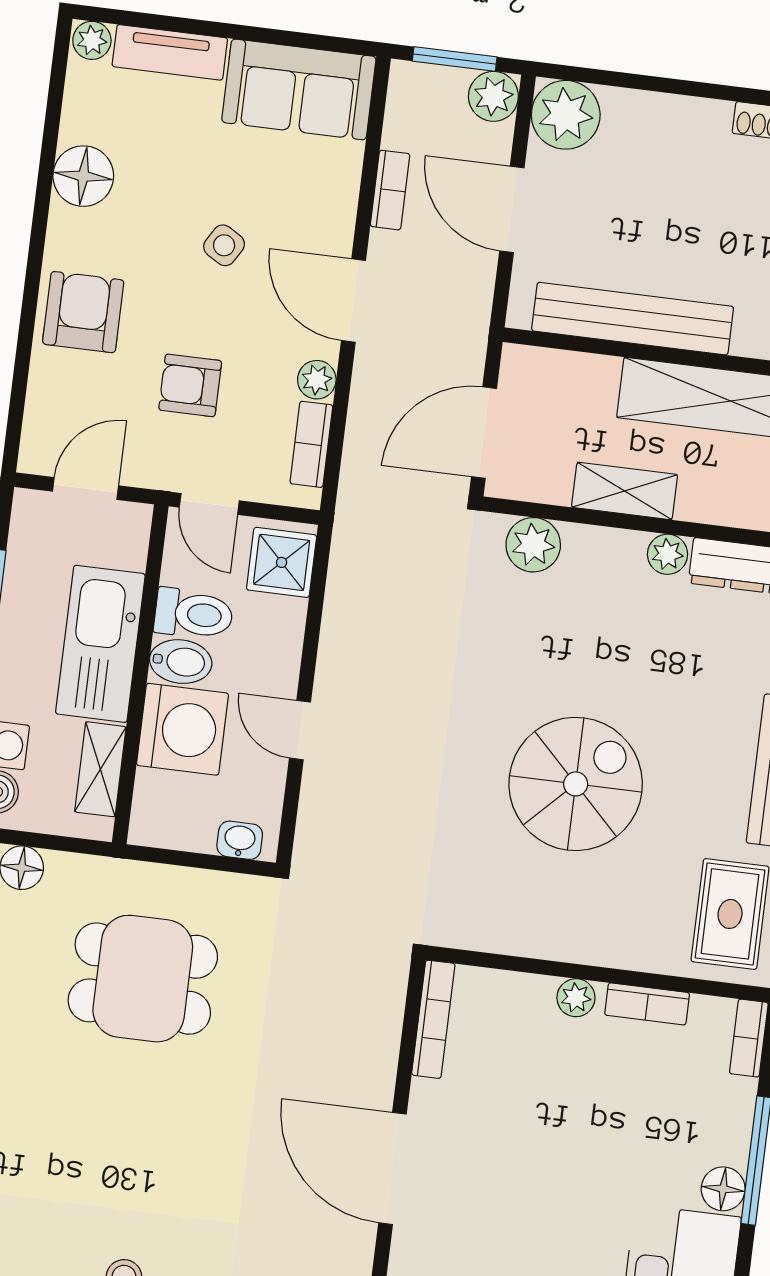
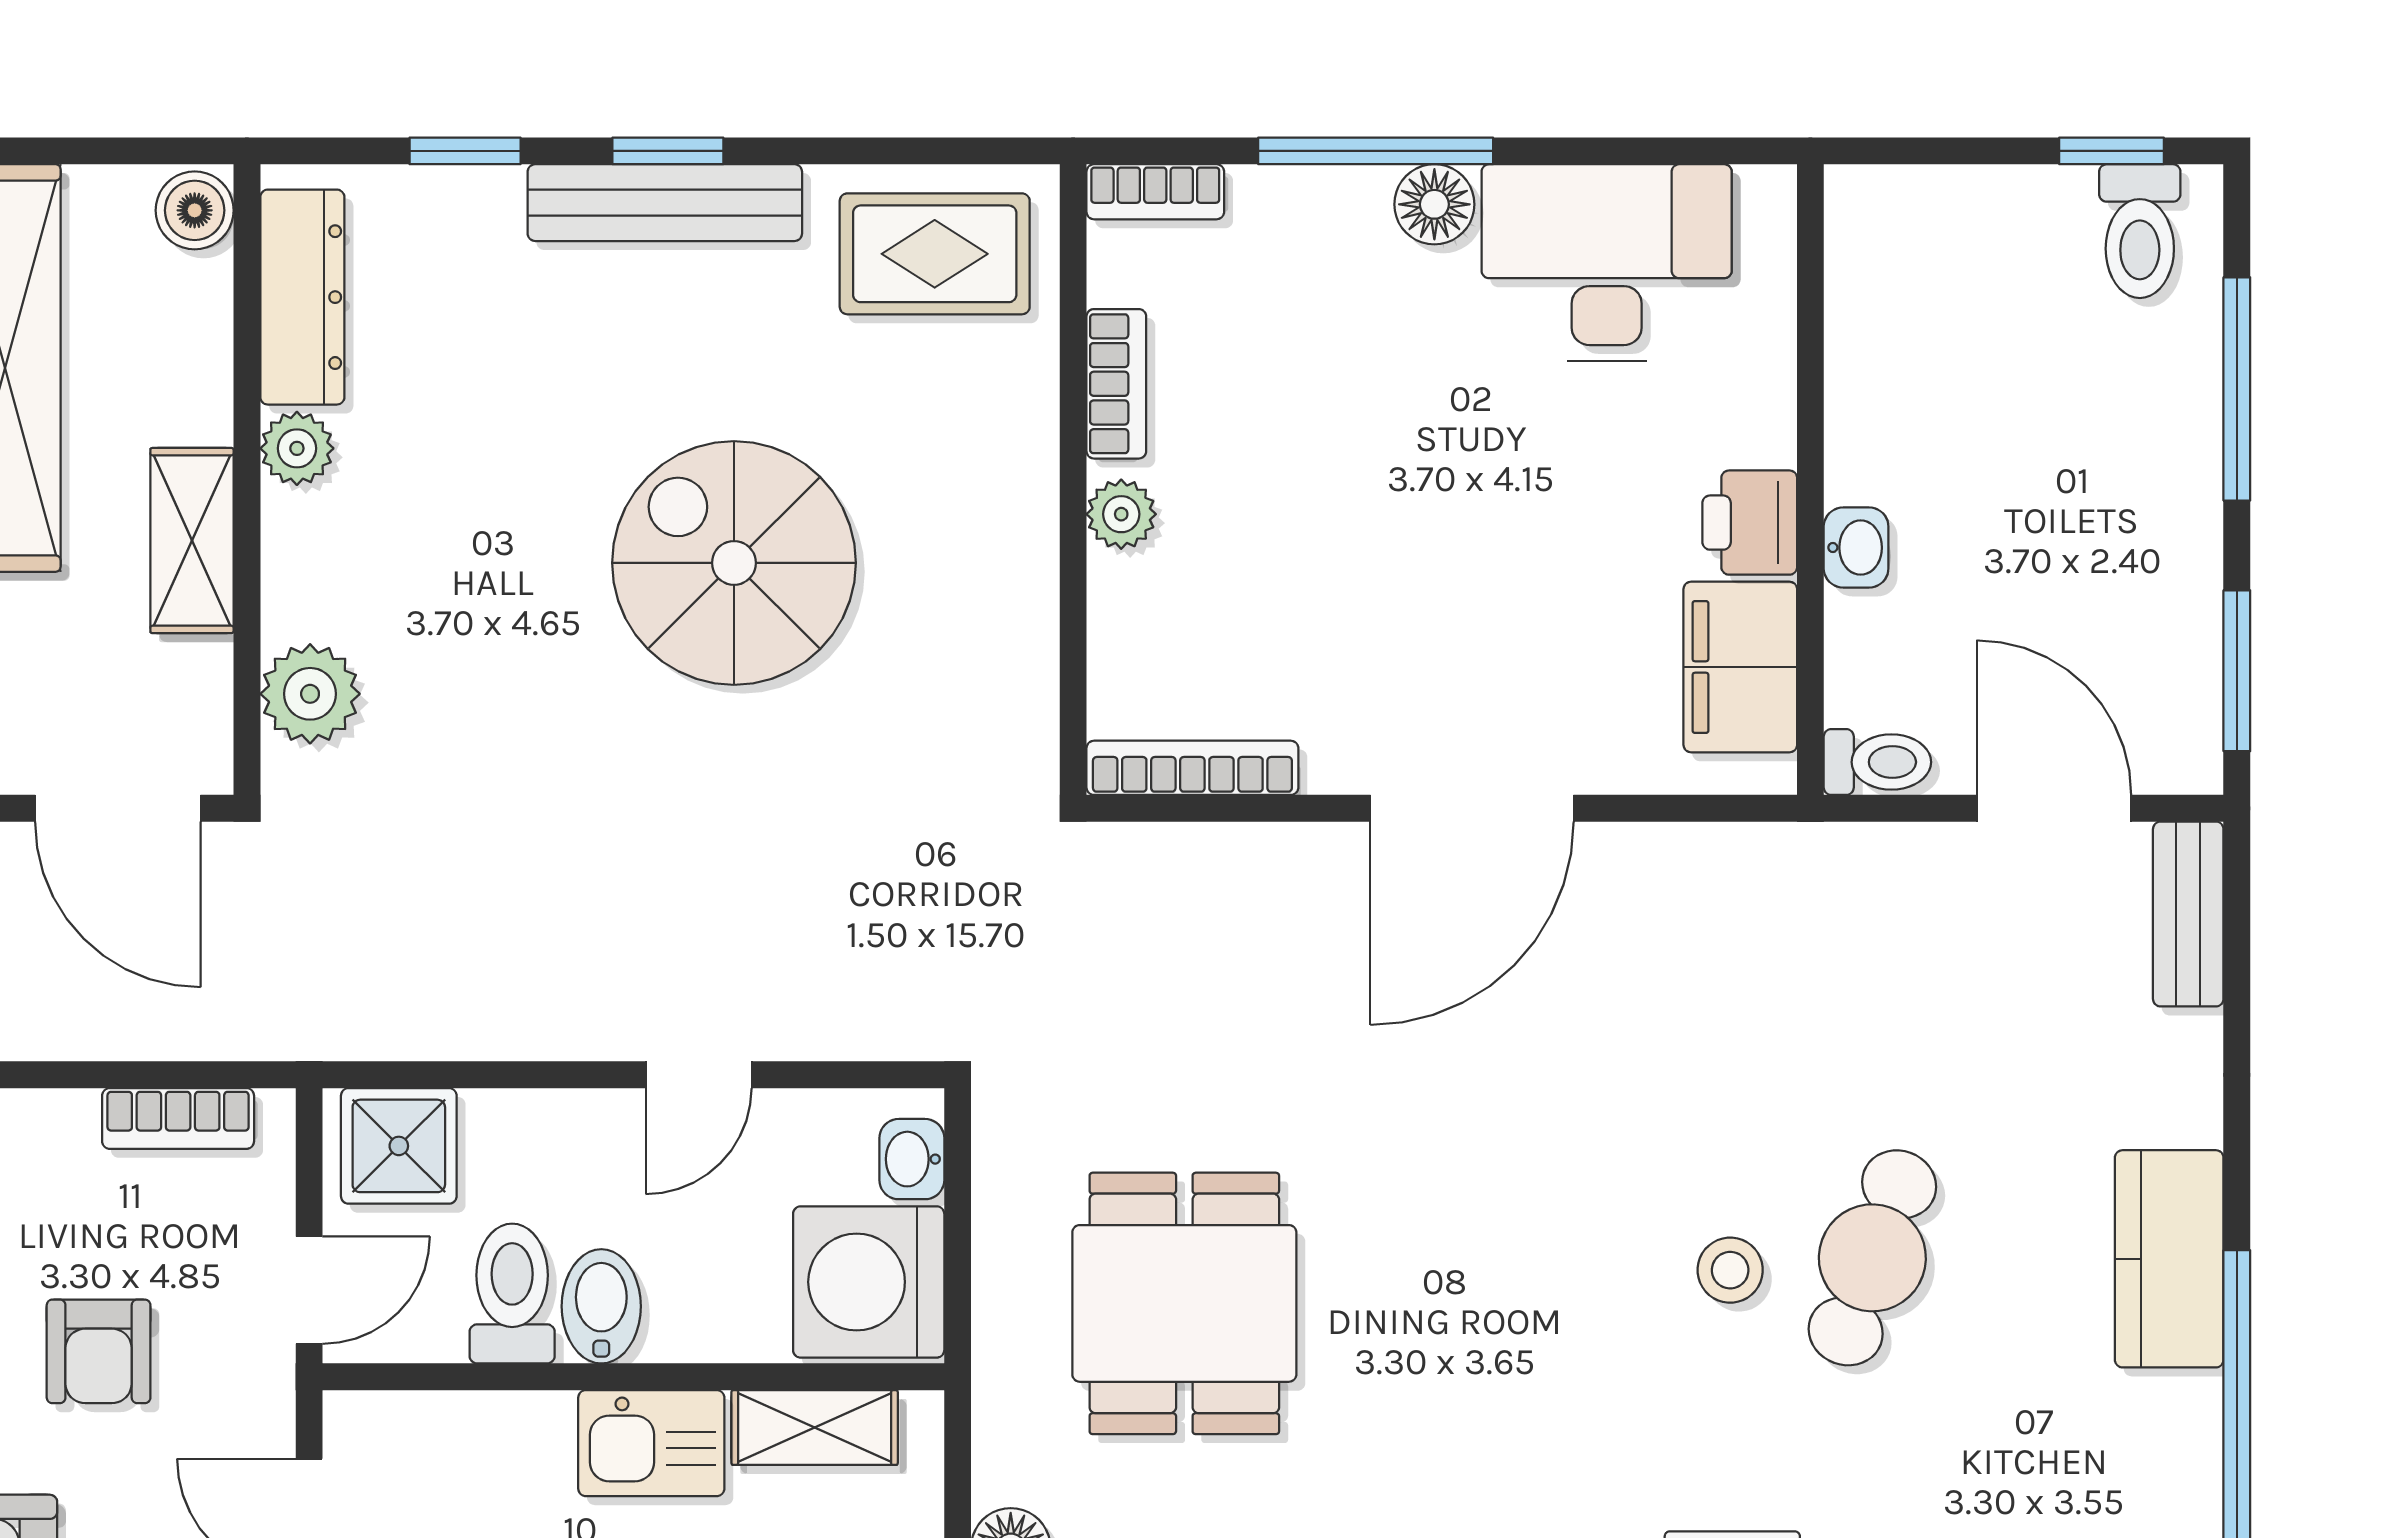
plant: (317, 380) -> (60, 1123), removed
kitchen sink: (100, 644) -> (651, 1443), width x0.53, depth x0.81
washing machine: (182, 729) -> (869, 1282), moved, turned -90

